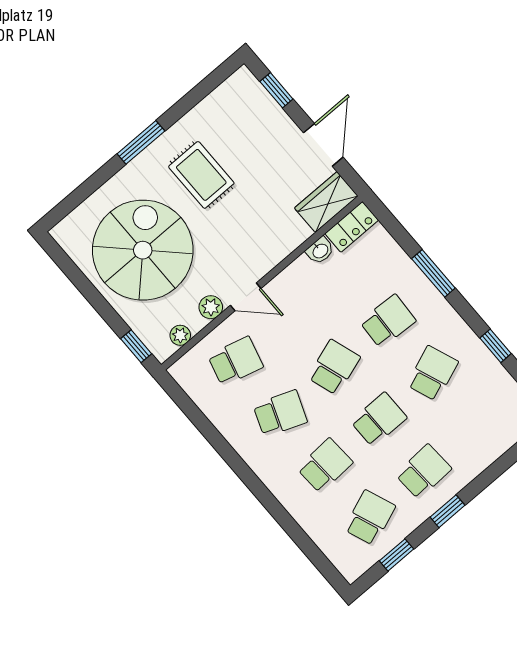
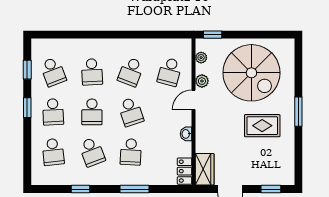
washbasin: (320, 251) -> (186, 134), moved
school desk: (477, 426) -> (53, 152), added

